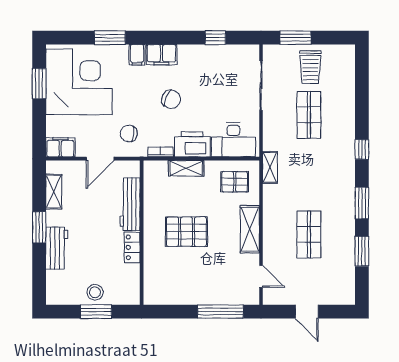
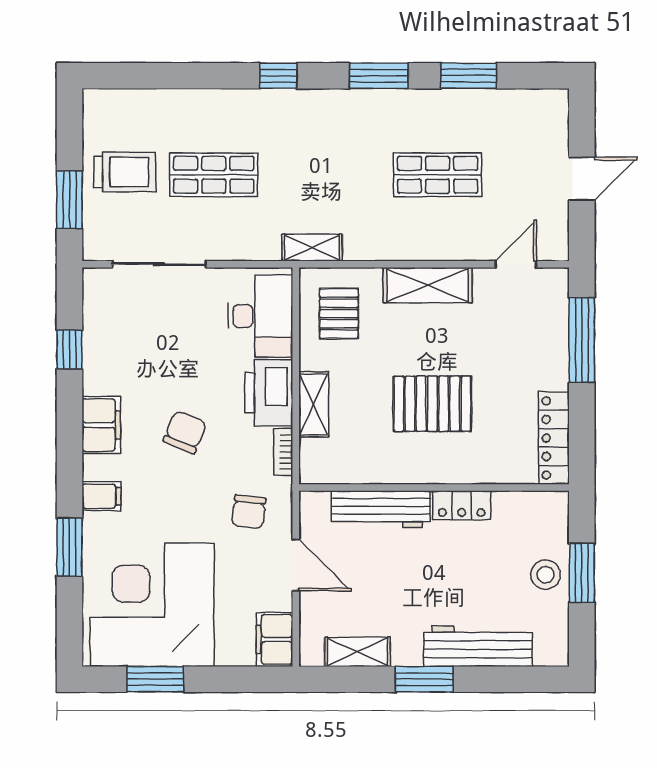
filing cabinet: (162, 55) -> (101, 425), moved
pallet: (186, 232) -> (432, 404), turned 90
workbench: (57, 248) -> (478, 646), width x1.38
locker: (168, 297) -> (554, 438), added

